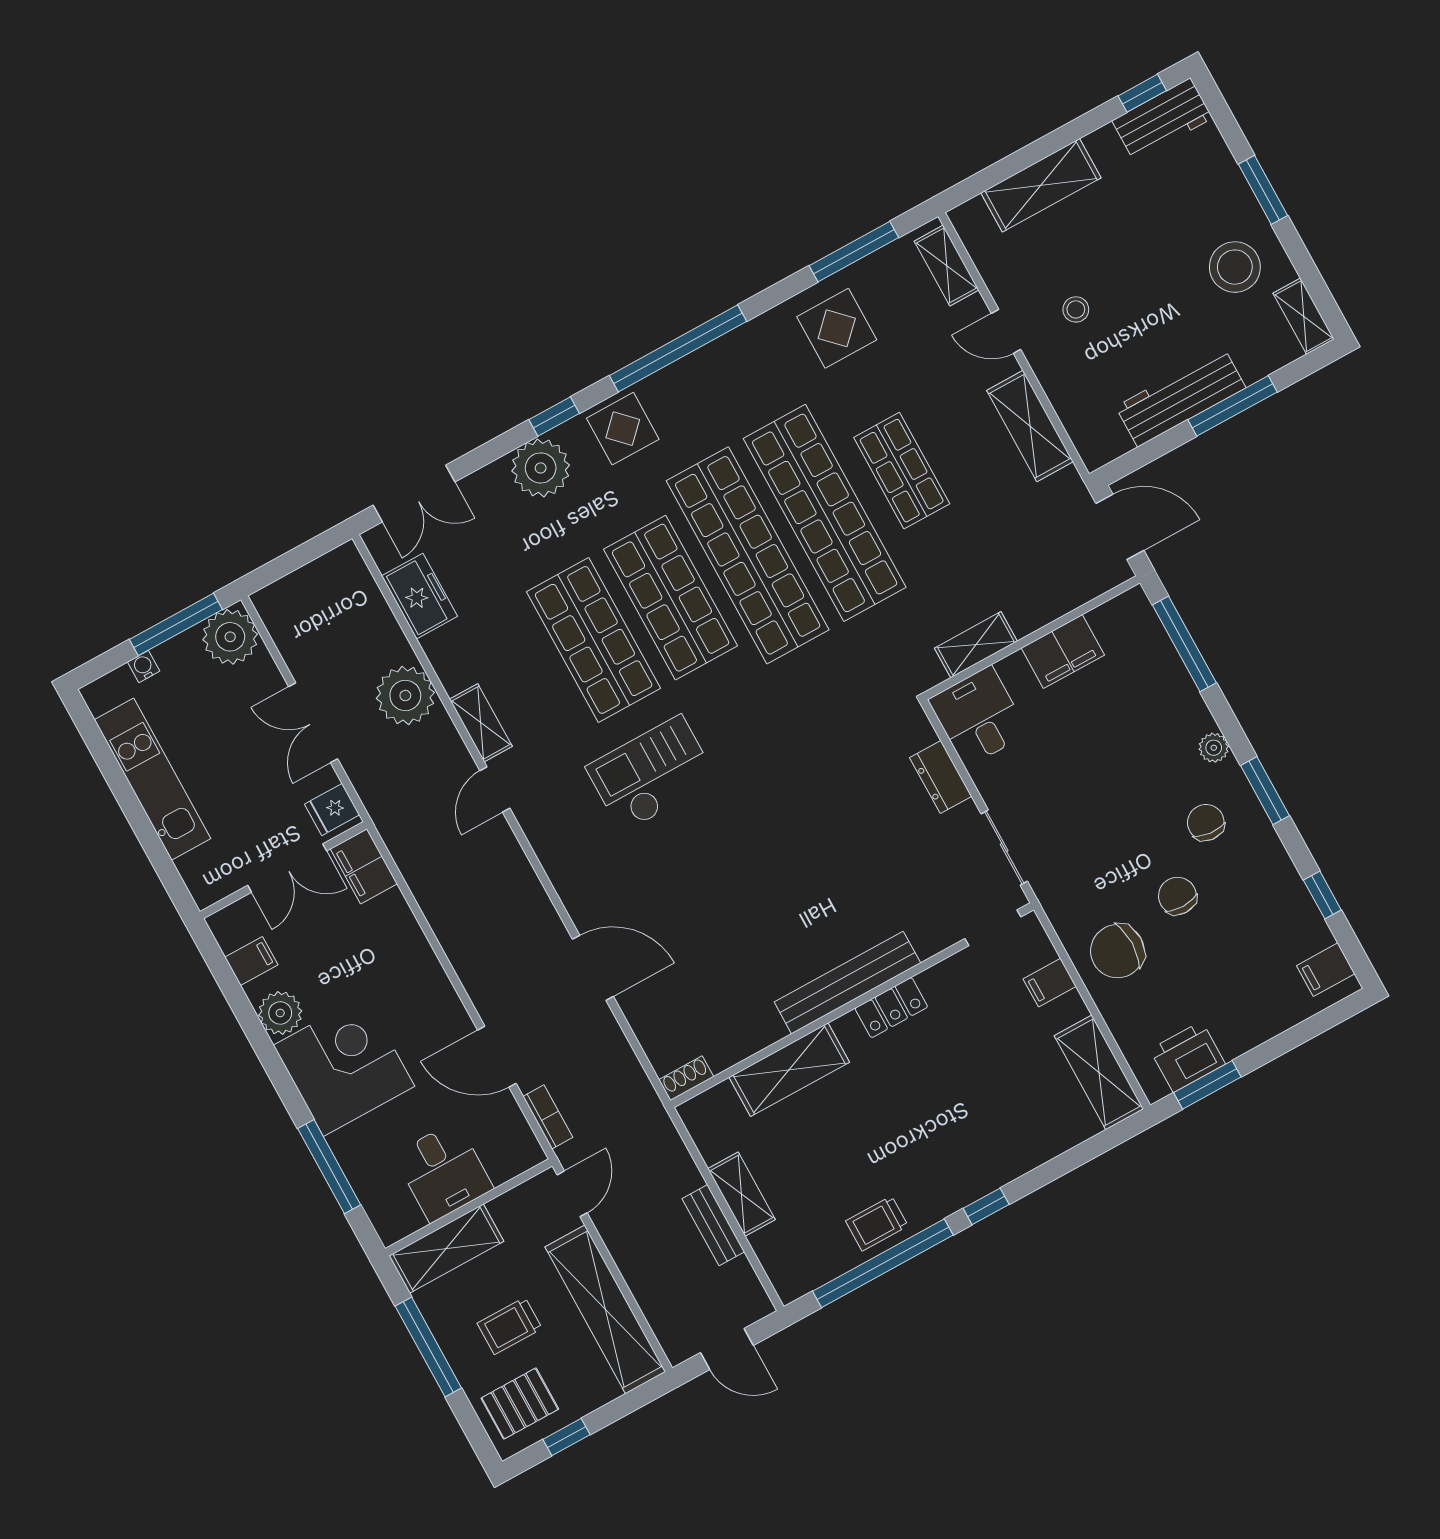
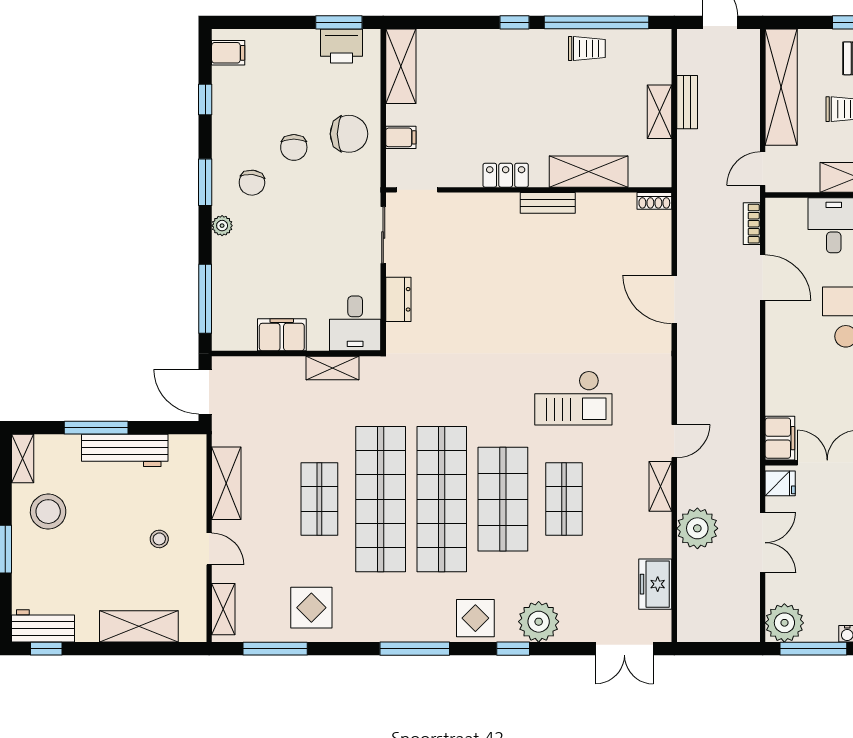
window: (678, 348) -> (415, 649), width x0.68
double door: (414, 494) -> (624, 649), swing flipped
shop shelf: (594, 640) -> (564, 499), width x0.70, depth x0.74
bench: (847, 983) -> (548, 203), width x0.54, depth x0.82

